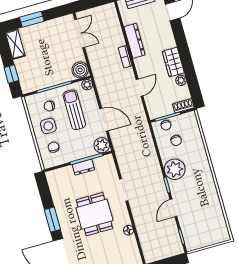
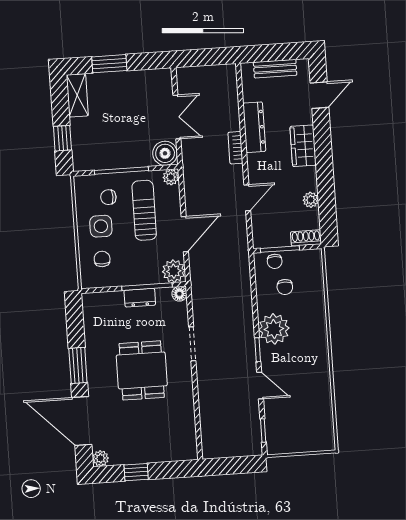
double door: (80, 33) -> (177, 117), moved
wardrobe: (173, 62) -> (303, 146), moved
door: (104, 120) -> (185, 234), hinge flipped
door: (173, 208) -> (260, 386), swing flipped
floor lamp: (128, 230) -> (179, 294), moved

